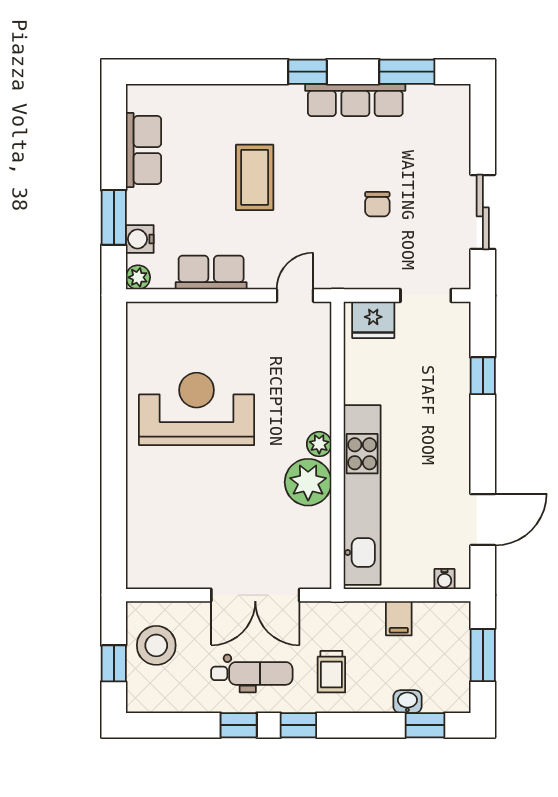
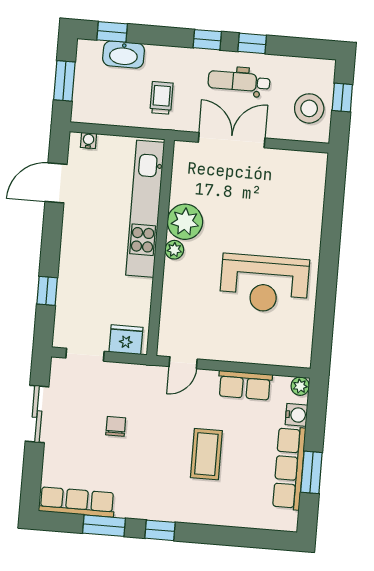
window: (407, 72) -> (104, 526), moved
row of seats: (355, 100) -> (77, 502), moved
row of seats: (143, 150) -> (289, 468), width x1.48
window: (114, 217) -> (311, 472), moved
filing cabinet: (399, 618) -> (125, 114), removed
trolley: (331, 672) -> (162, 98), moved
washbasin: (407, 702) -> (124, 55), width x1.91, depth x1.45

